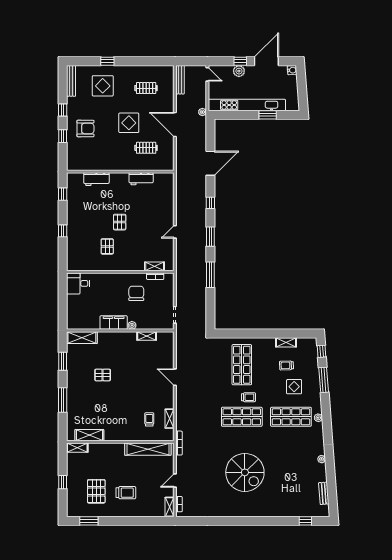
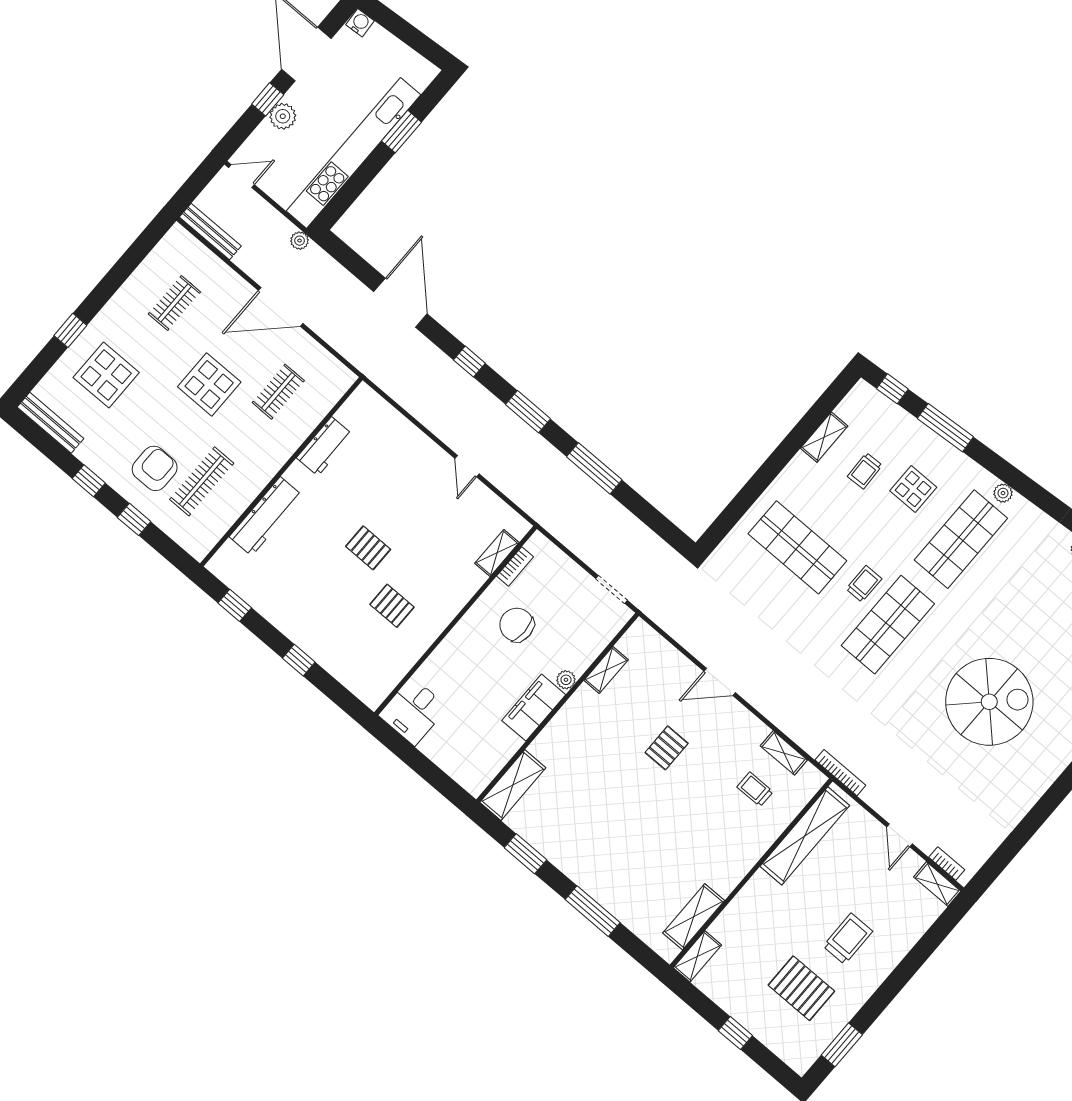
clothes rail: (94, 148) -> (202, 481), added
workbench: (96, 179) -> (266, 516), width x1.38
pallet: (103, 375) -> (667, 748), moved

